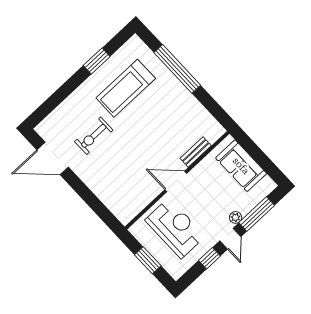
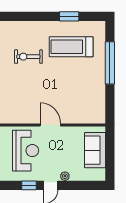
bench: (196, 152) -> (77, 119), removed
window: (257, 214) -> (78, 185), removed

